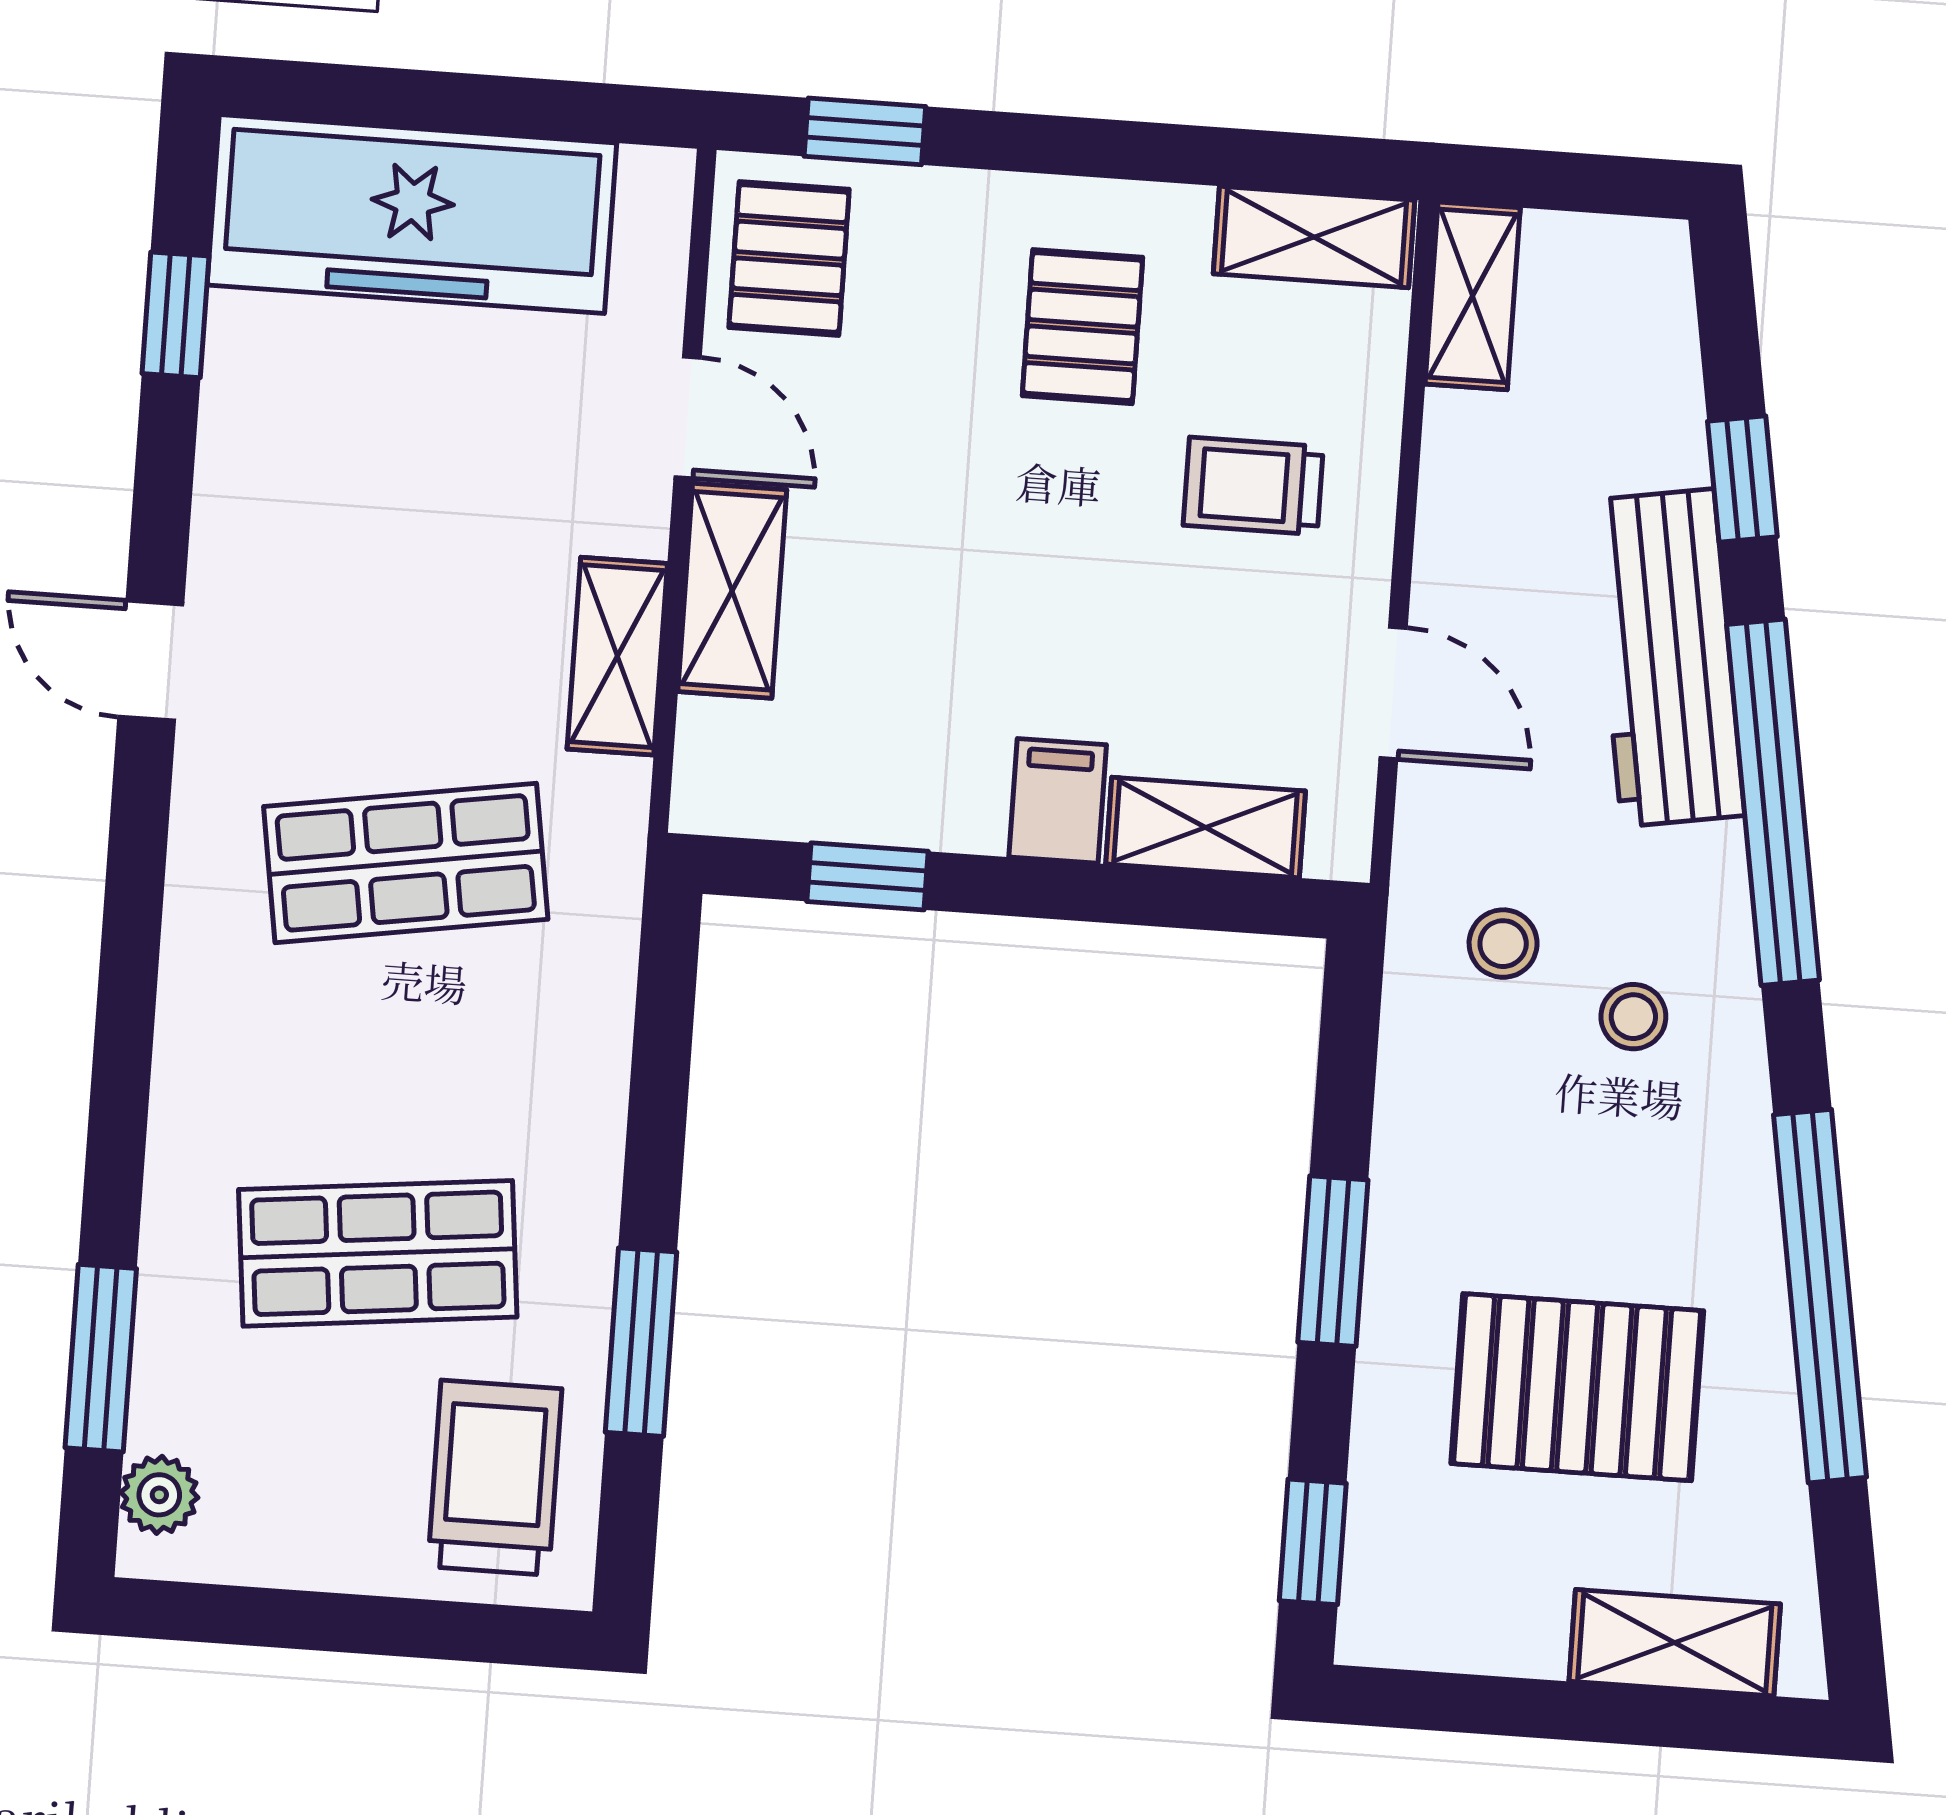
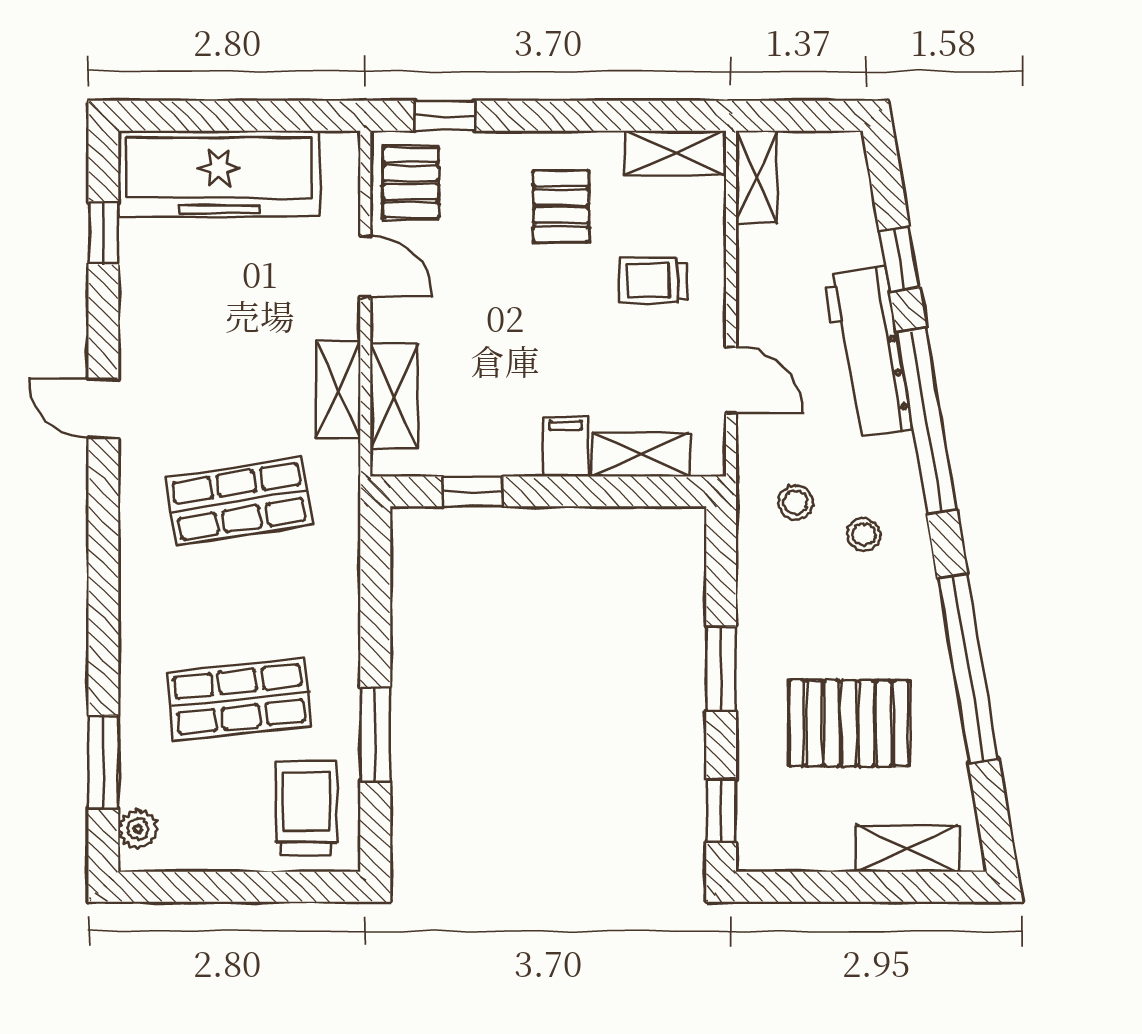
shelving: (732, 591) -> (394, 396), moved

